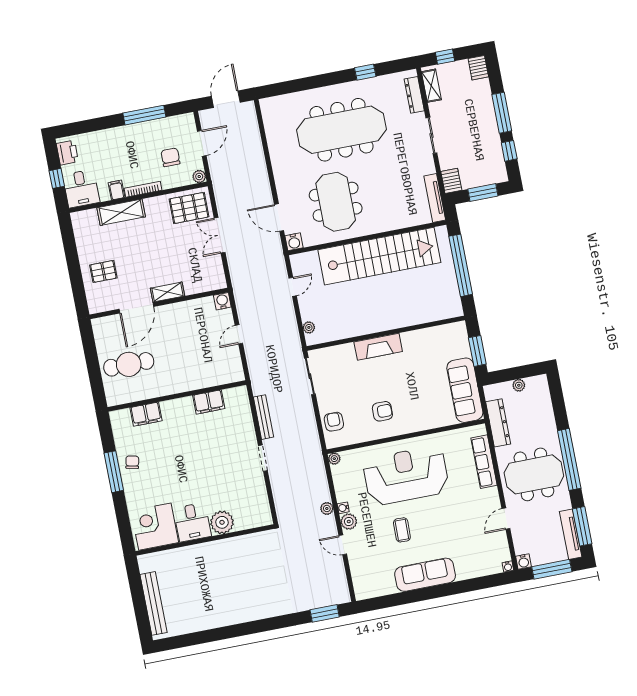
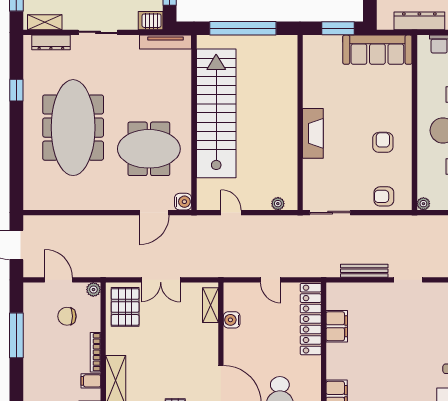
shelving: (167, 292) -> (211, 305), moved
water cooler: (222, 301) -> (232, 320), moved
locker: (211, 377) -> (311, 319), added

